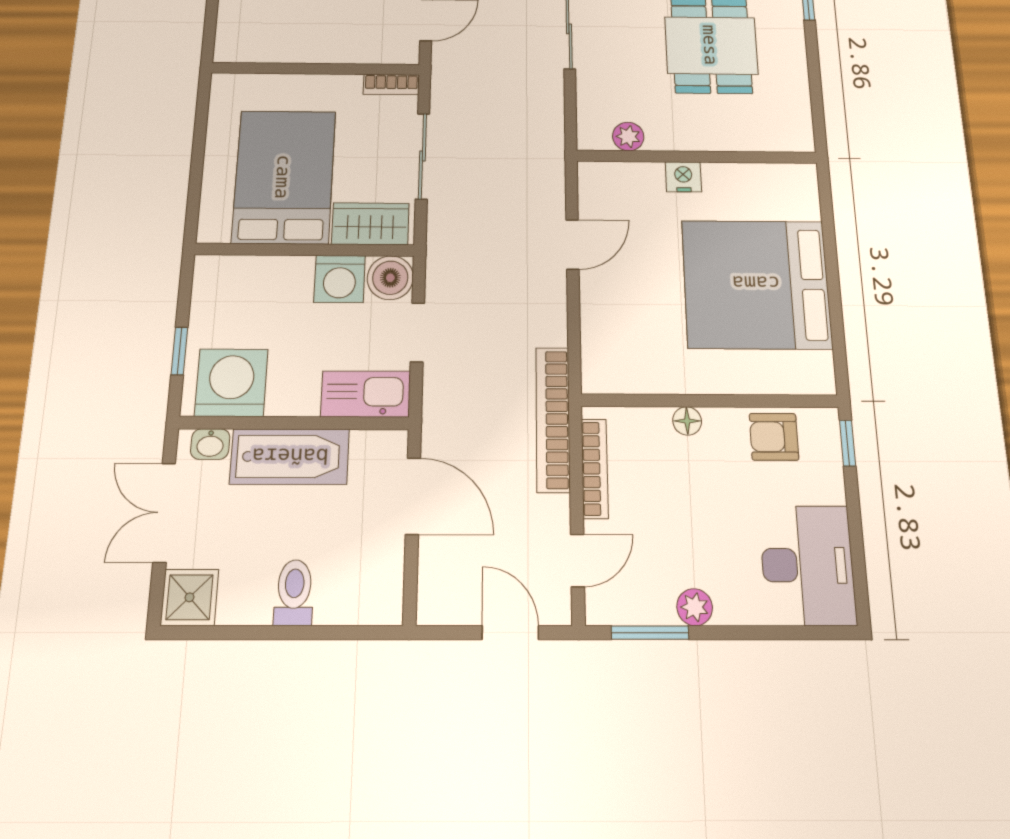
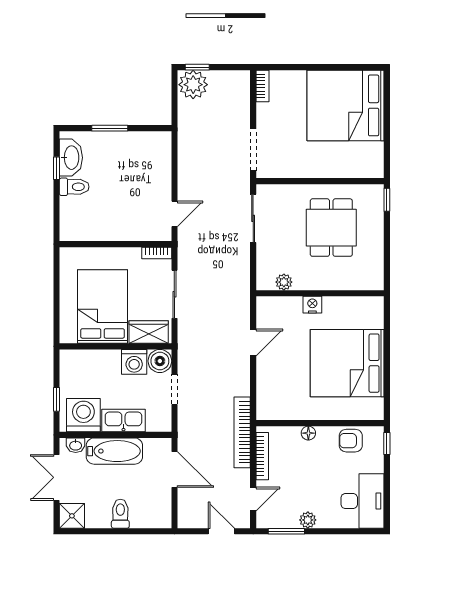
kitchen sink: (366, 394) -> (123, 420), moved

